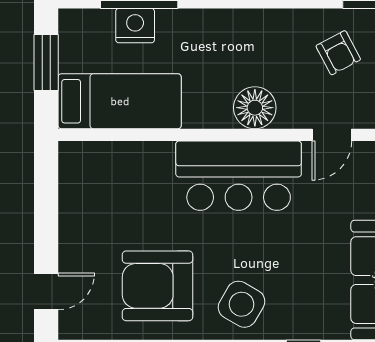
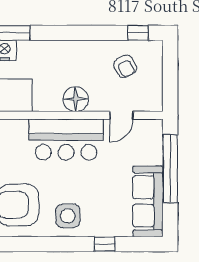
side table: (242, 304) -> (68, 216), turned -30

